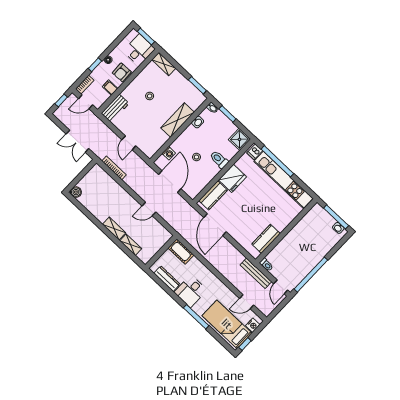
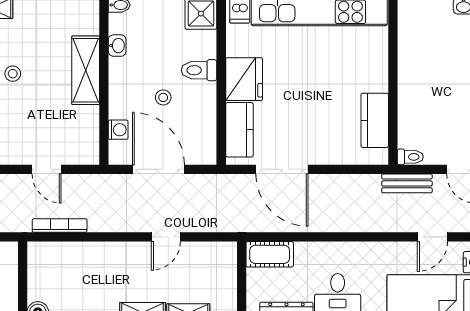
bench: (256, 273) -> (407, 183), width x0.73

